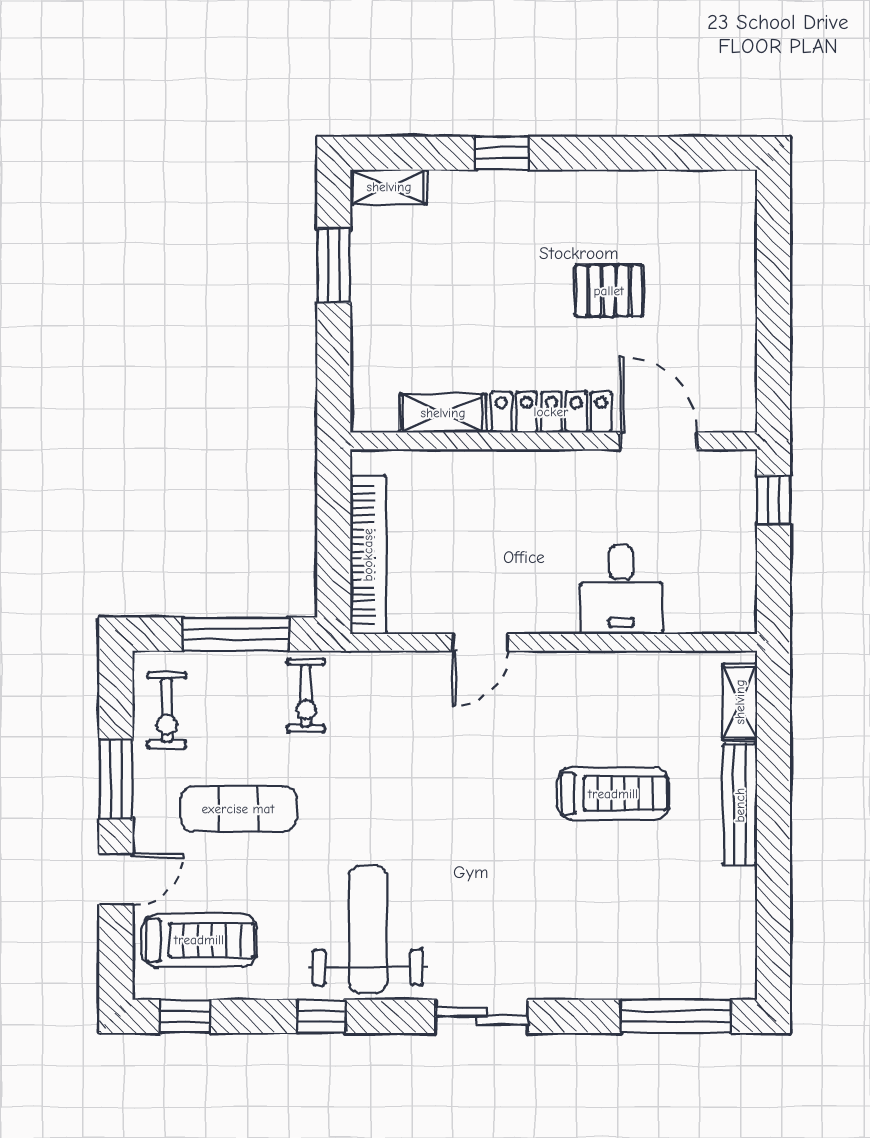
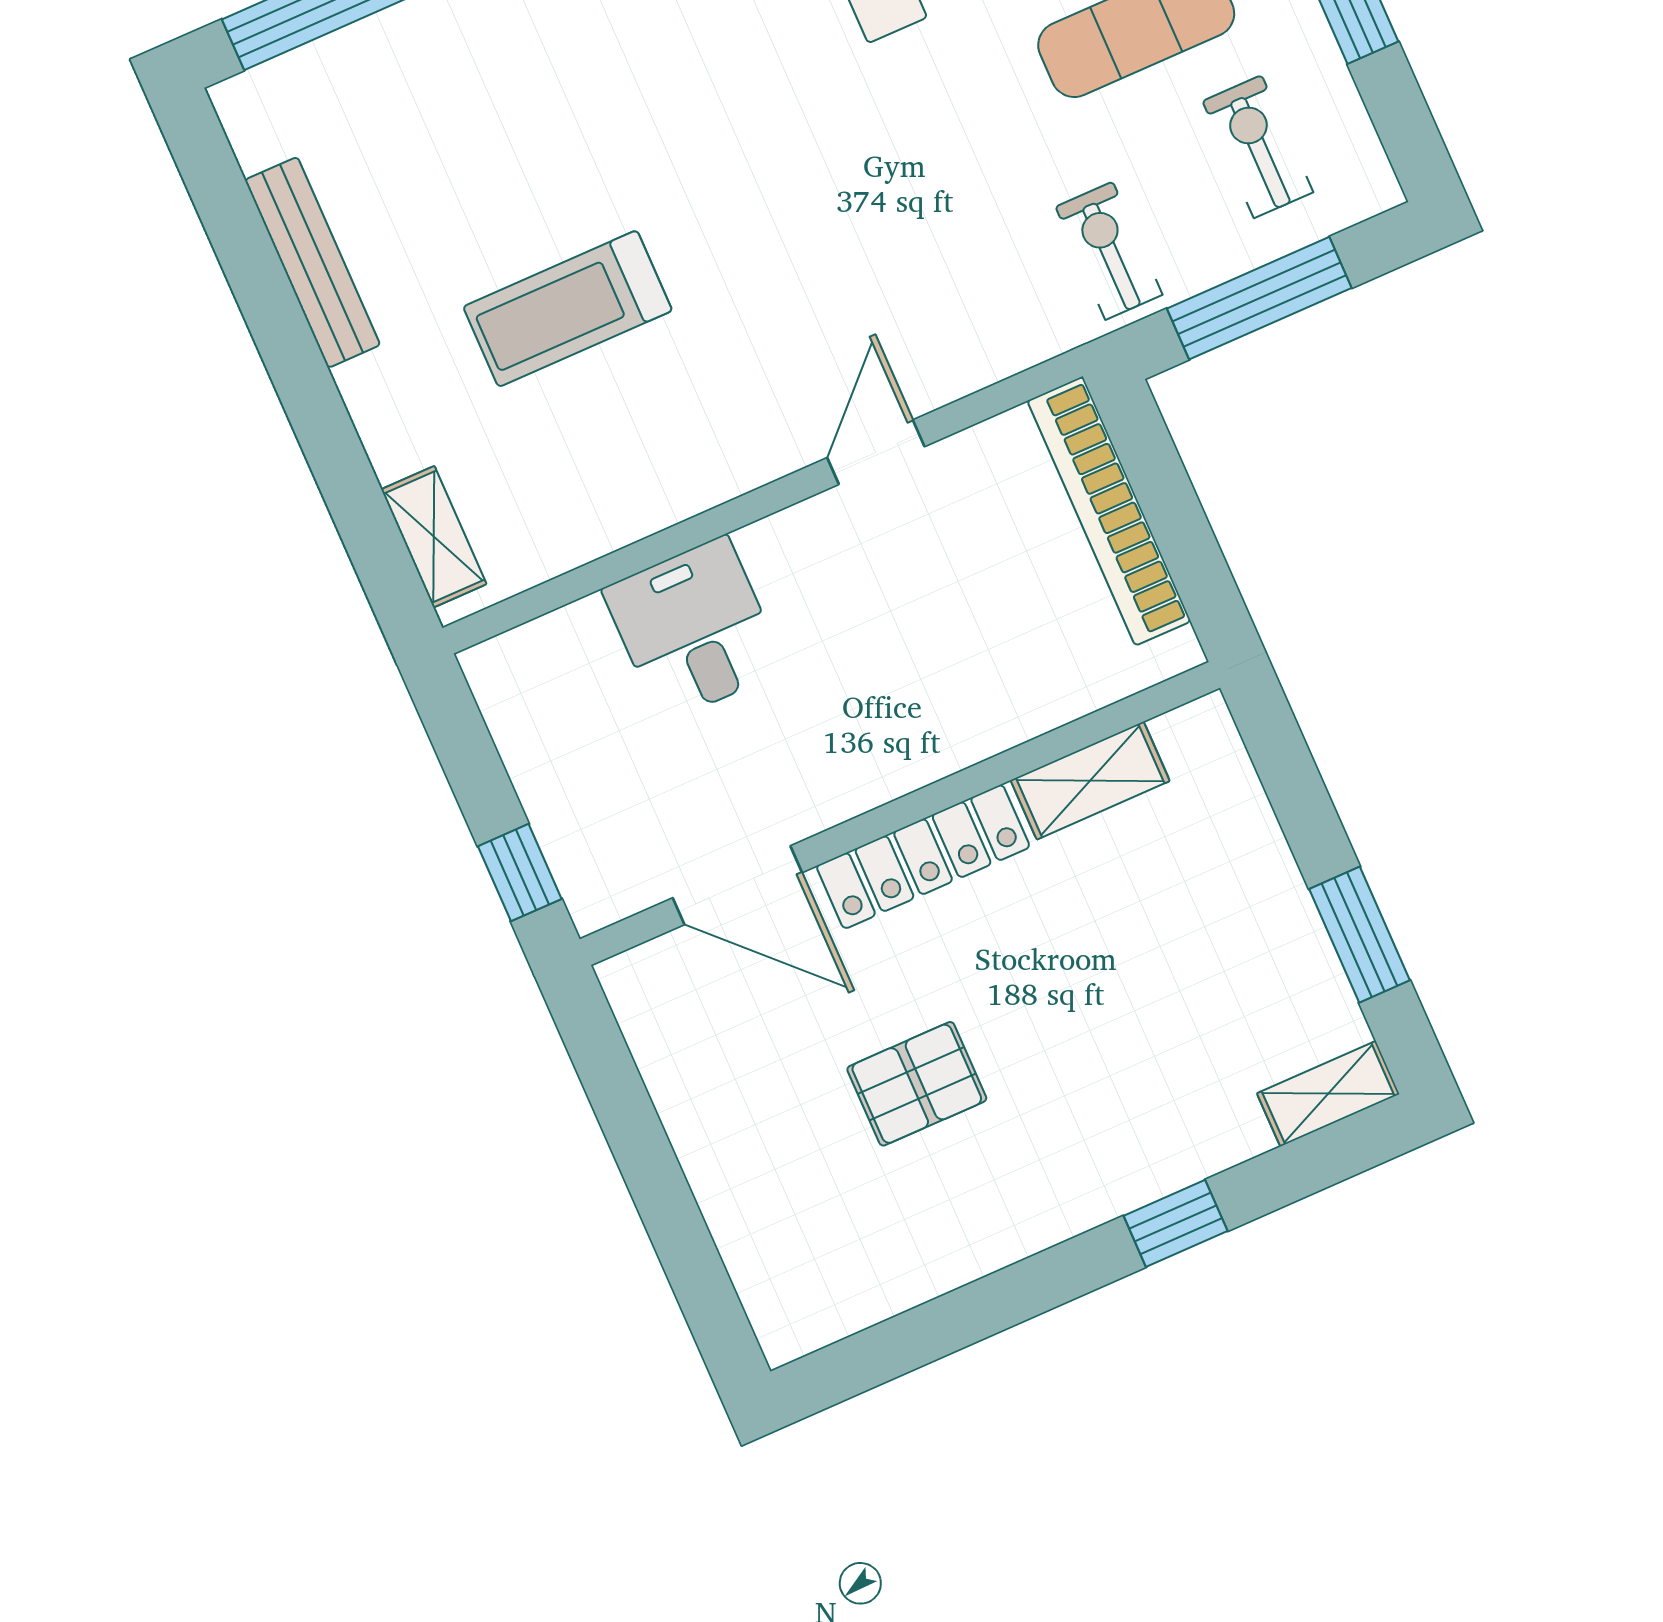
exercise bike: (167, 710) -> (1258, 147), moved
bench: (740, 805) -> (313, 262), moved

